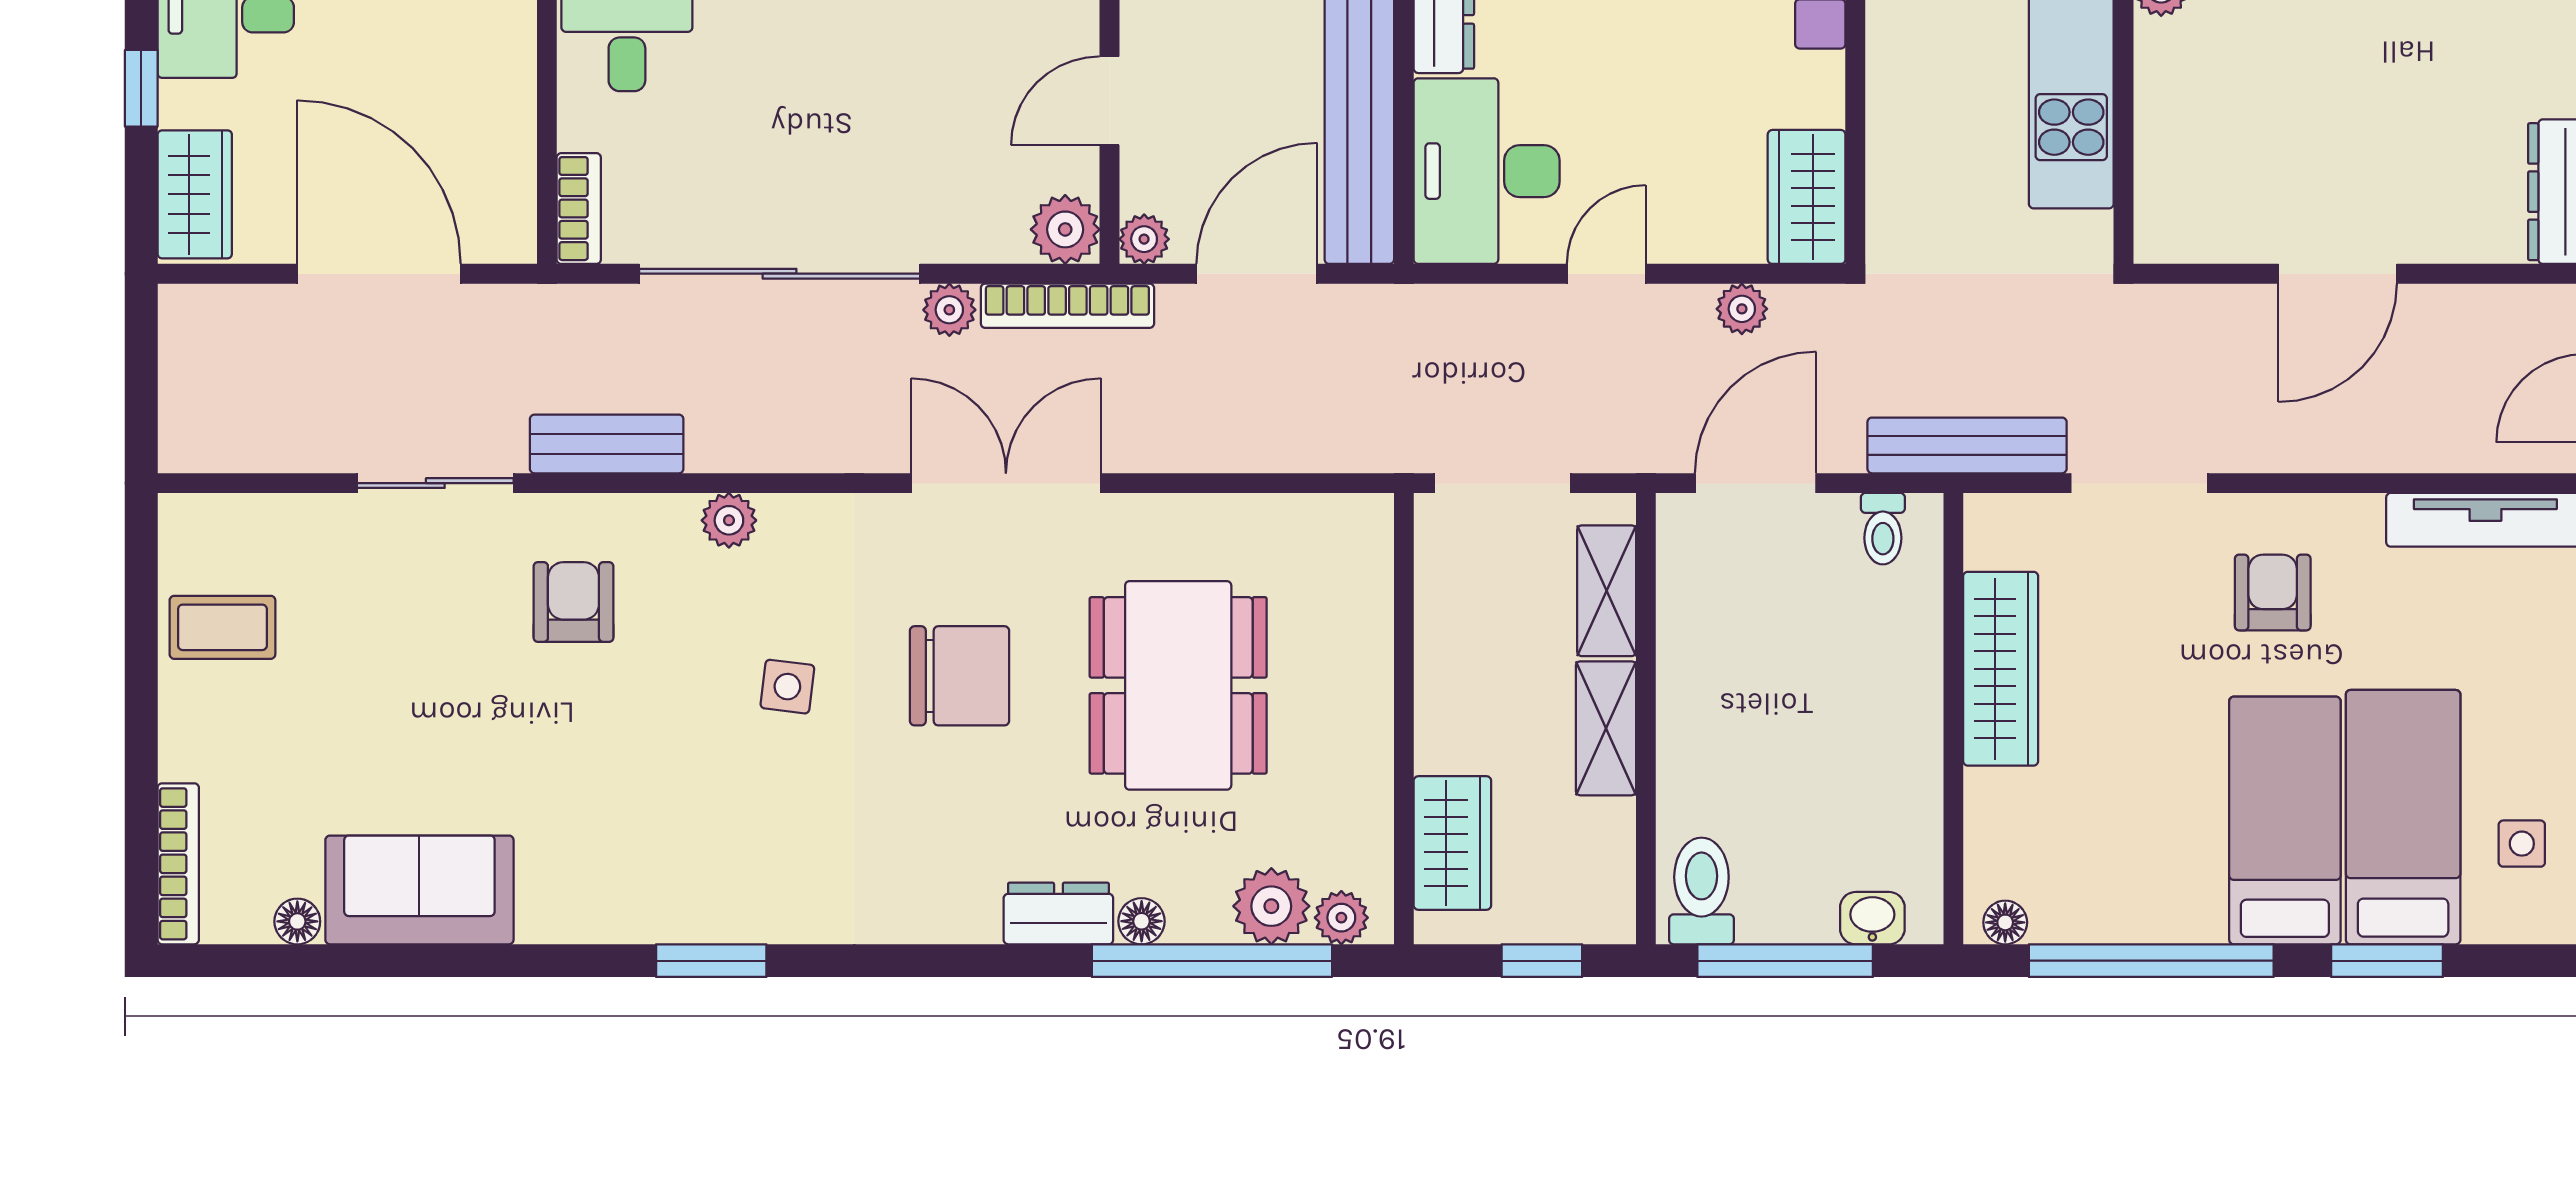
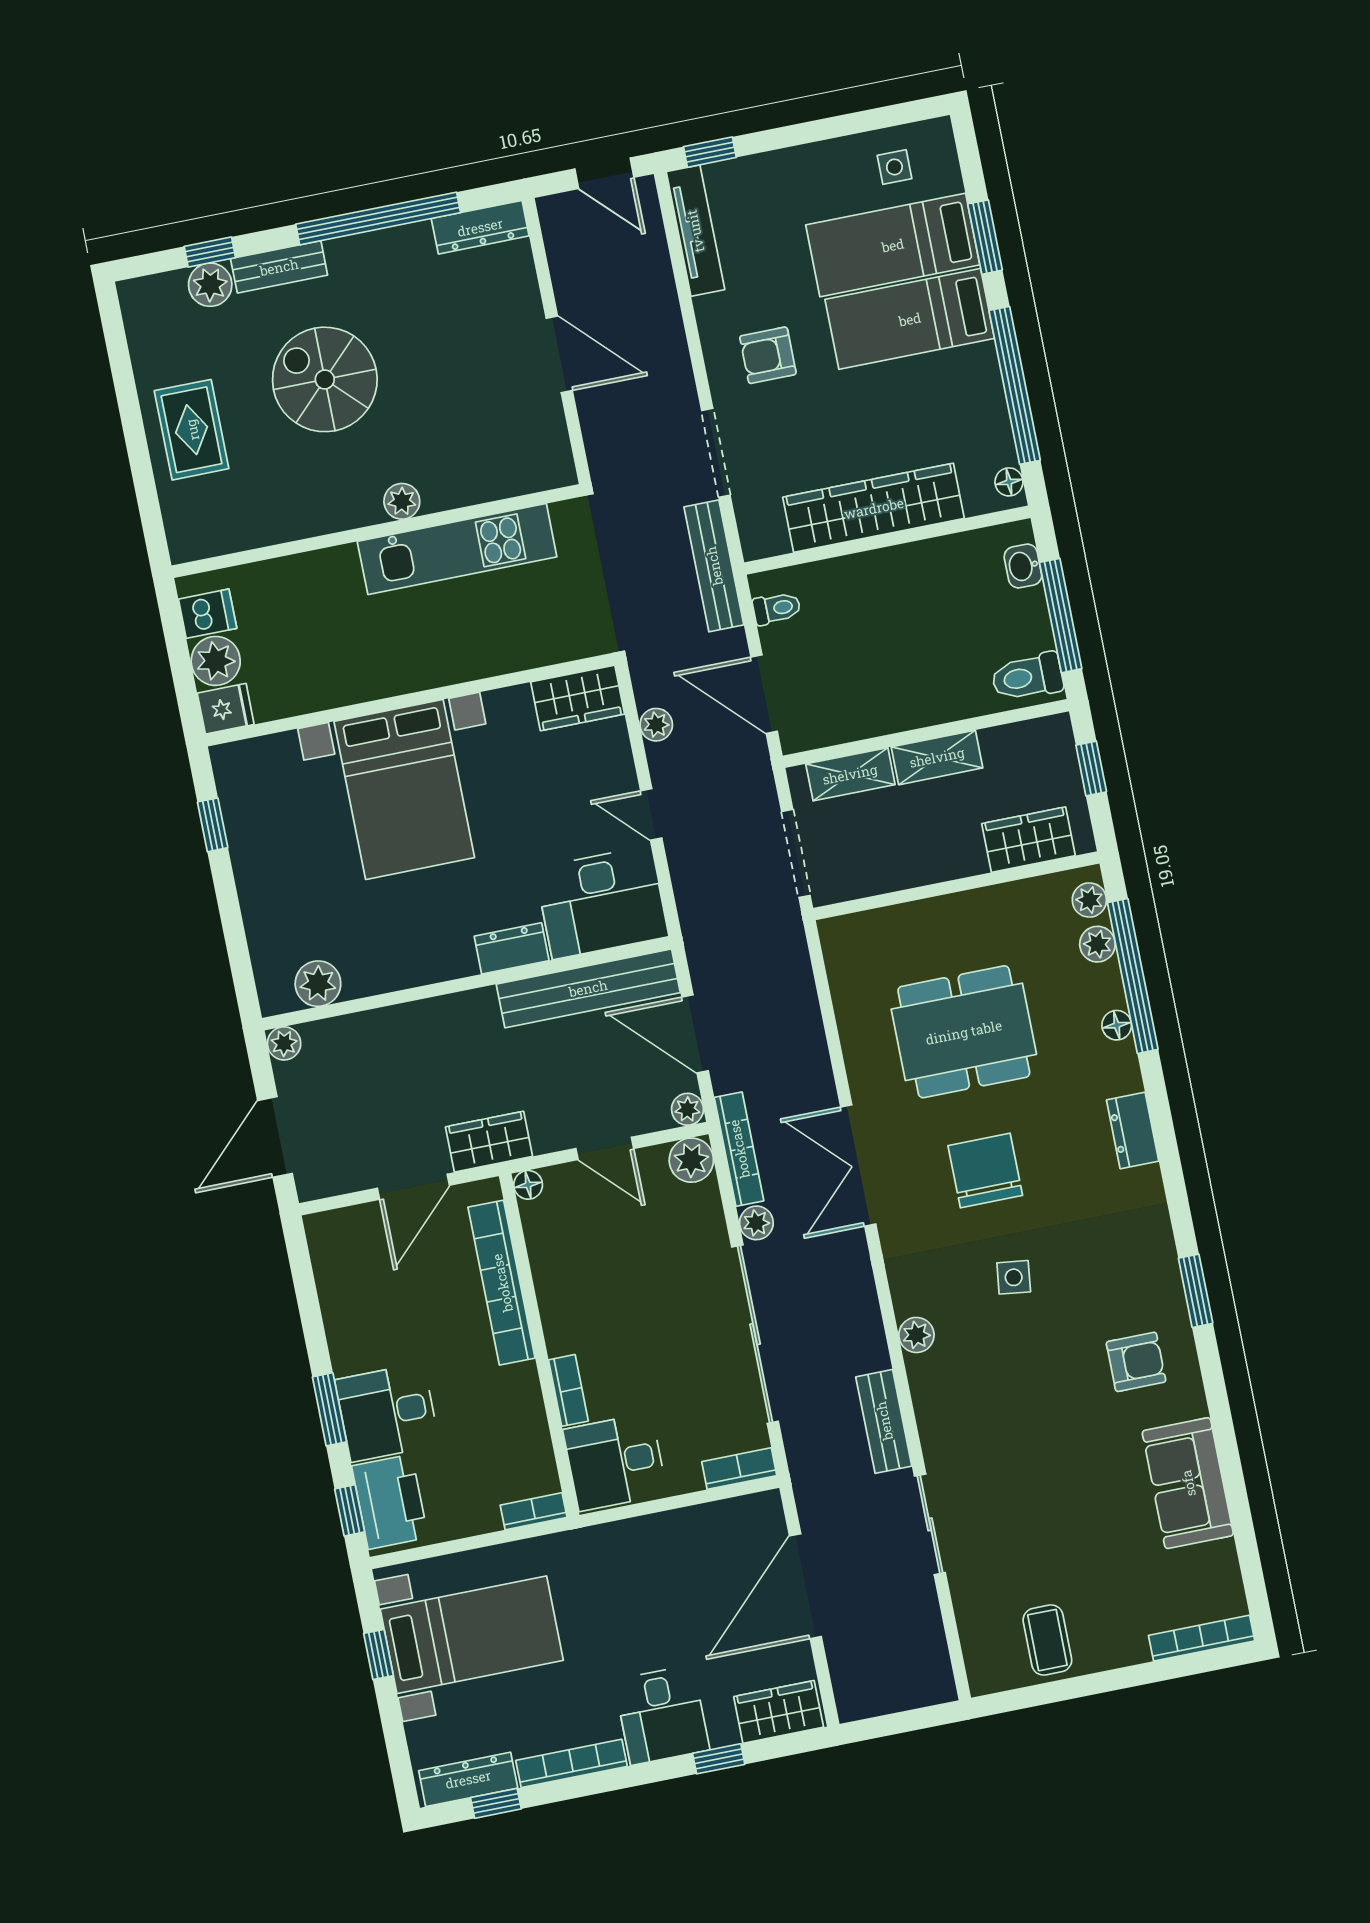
armchair: (573, 602) -> (1136, 1362), moved, turned 180
wardrobe: (2001, 669) -> (874, 508), width x1.40, depth x1.17
plant: (1271, 906) -> (1097, 944), width x0.73, depth x0.73
dresser: (1058, 913) -> (1133, 1131), moved
floor lamp: (297, 921) -> (1223, 1556), removed

